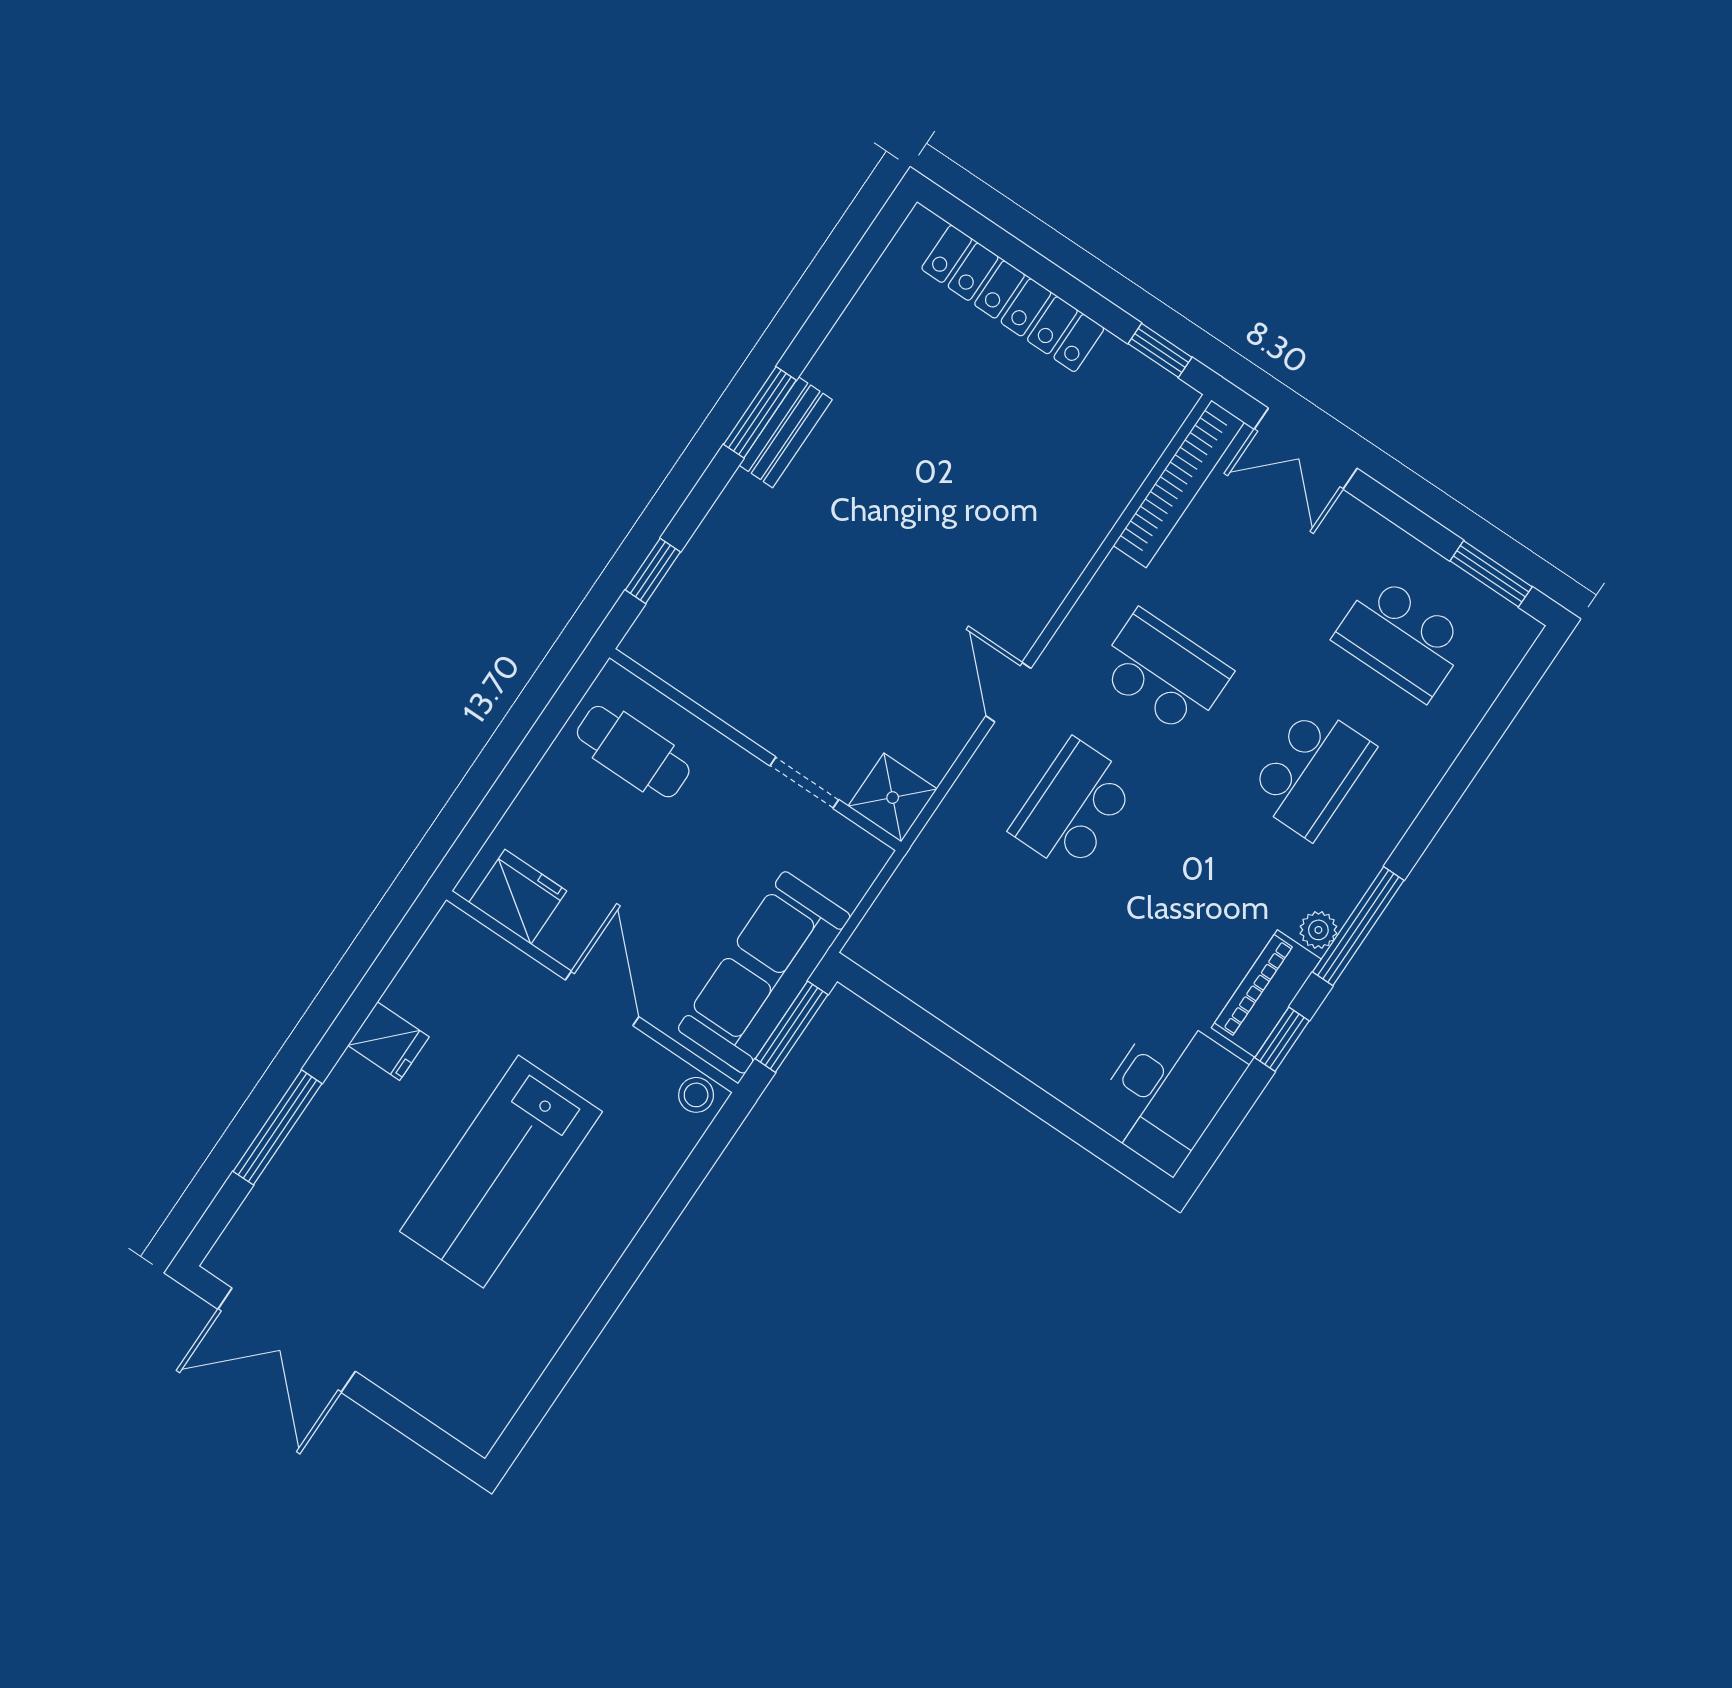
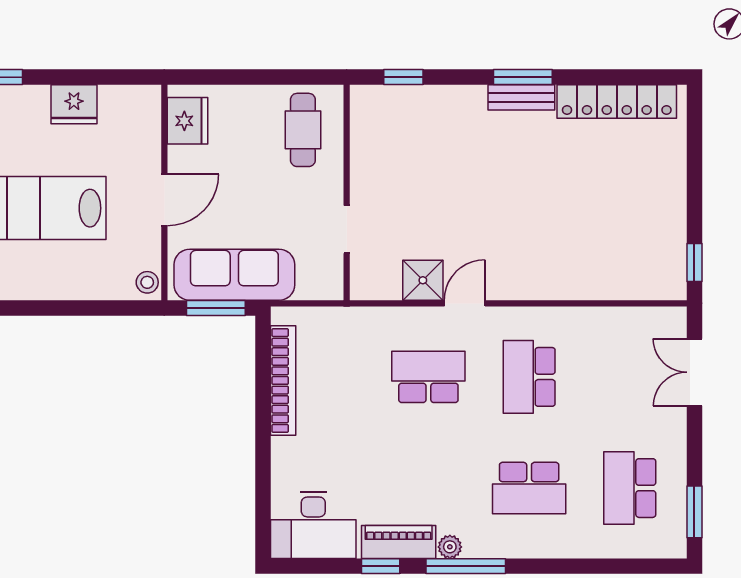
locker: (1013, 298) -> (617, 102), moved, turned -90
bookcase: (1179, 484) -> (283, 380), moved, turned -90
school desk: (1164, 672) -> (529, 377), turned 180
shower: (893, 798) -> (423, 280), moved
fridge: (388, 1041) -> (74, 104), width x1.38

